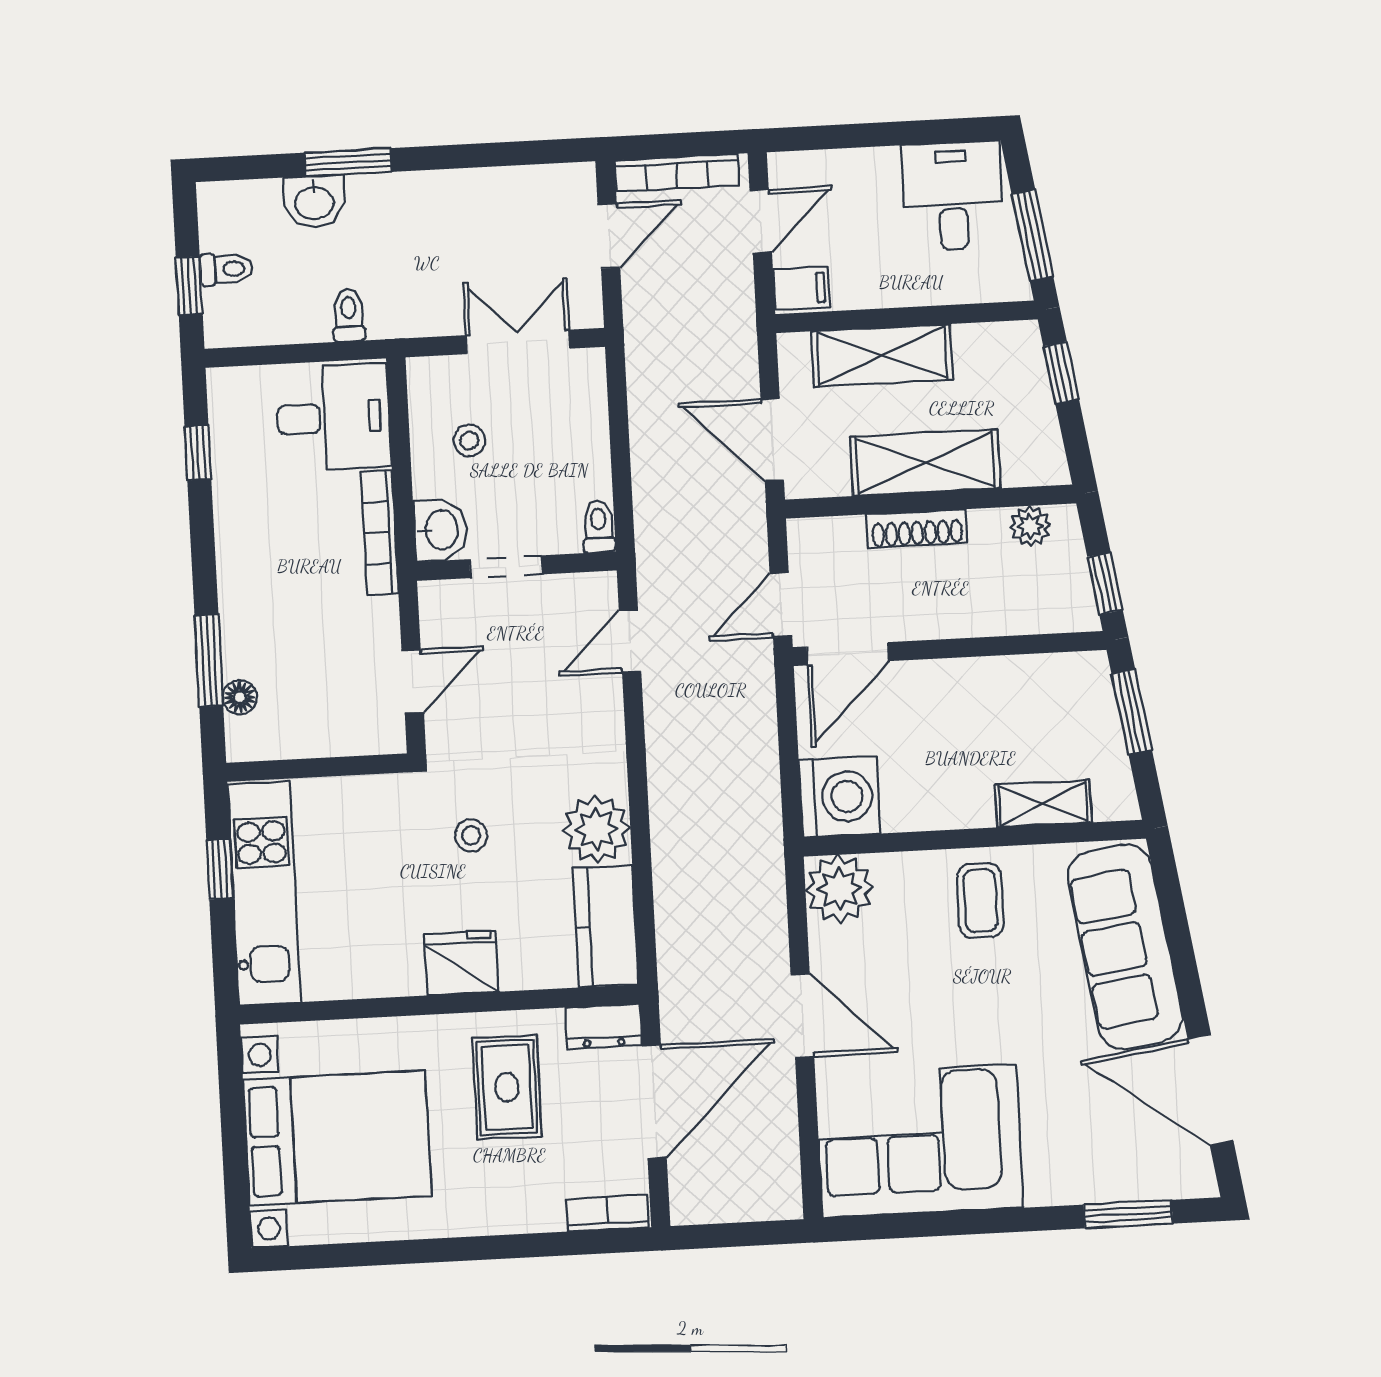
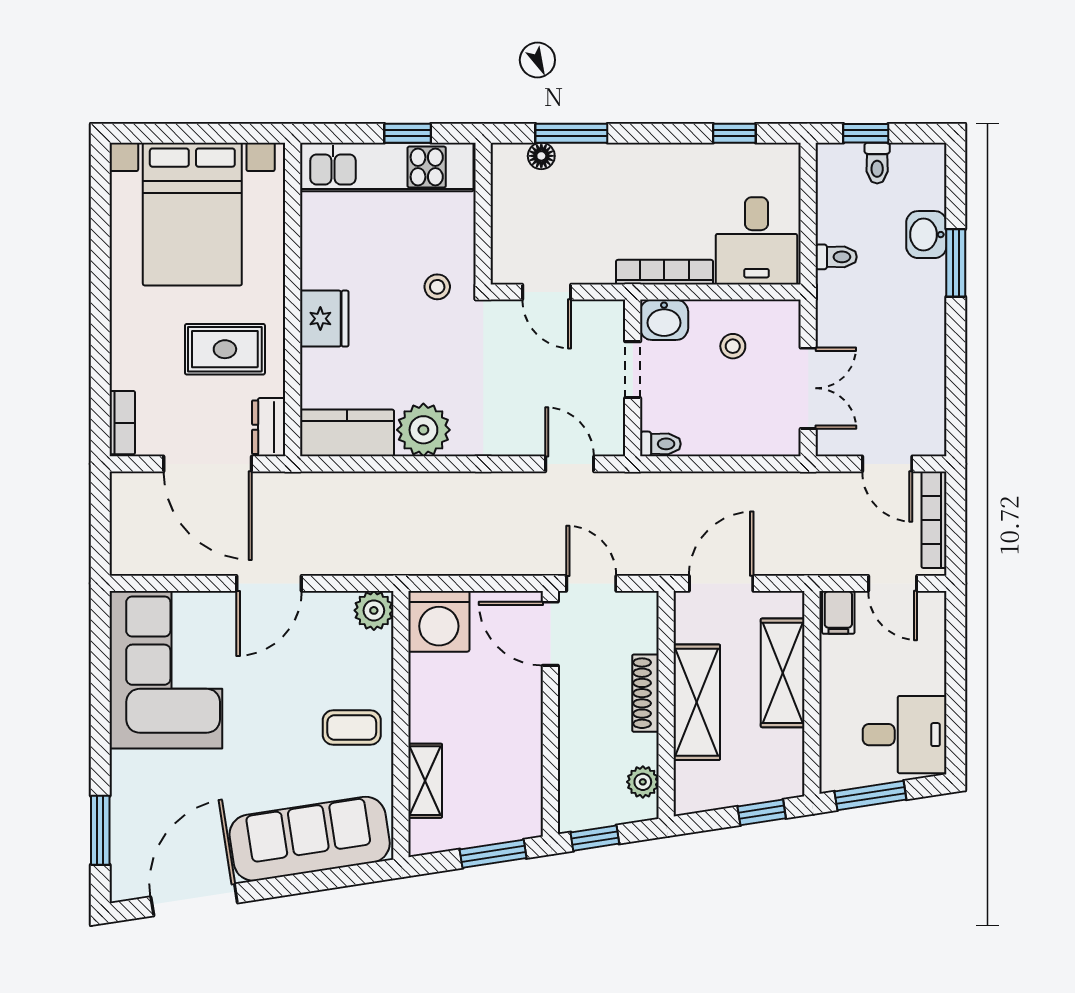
stool: (471, 835) -> (437, 287), moved
plant: (839, 889) -> (374, 610), width x0.73, depth x0.73

